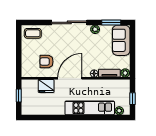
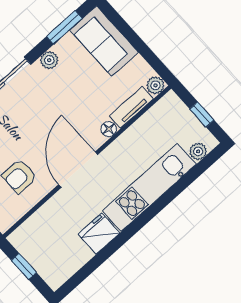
fridge: (46, 86) -> (99, 234), moved, turned 180

